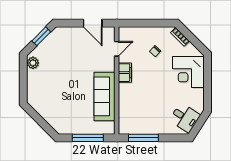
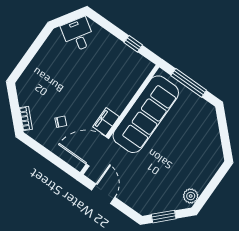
door: (117, 49) -> (97, 151), width x1.88
corner desk: (188, 72) -> (42, 78), removed
sofa: (104, 96) -> (146, 114), width x1.36, depth x1.27
window: (143, 138) -> (133, 44), width x0.46

